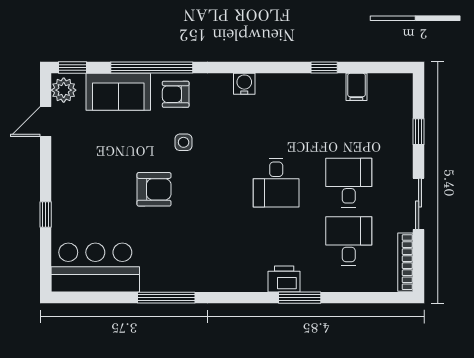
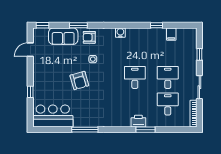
window: (152, 68) -> (78, 25), width x0.47
plant: (64, 90) -> (38, 35), removed
desk: (276, 183) -> (135, 77), turned 180
armchair: (154, 189) -> (79, 80), turned 74

